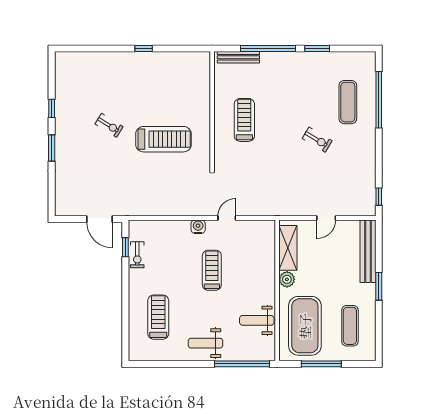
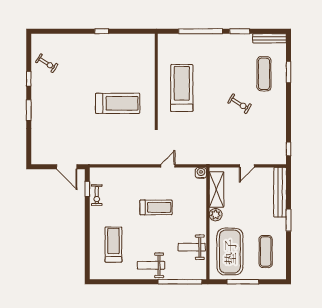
bench: (238, 57) -> (269, 38), moved
window: (379, 100) -> (289, 72), width x0.47
treadmill: (244, 120) -> (182, 88), width x1.37, depth x1.38
exercise bike: (109, 125) -> (47, 63), moved
water cooler: (198, 227) -> (201, 173), moved
treadmill: (212, 270) -> (156, 207), turned 90

